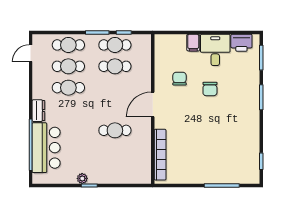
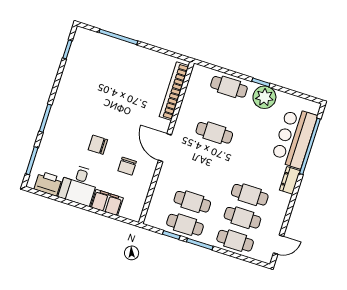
filing cabinet: (193, 43) -> (107, 202), width x2.00
chair: (210, 89) -> (98, 145), turned -90
door: (153, 104) -> (165, 148), swing flipped
cafe table: (115, 173) -> (229, 87), added
plant: (82, 178) -> (264, 97), width x1.87, depth x1.87

